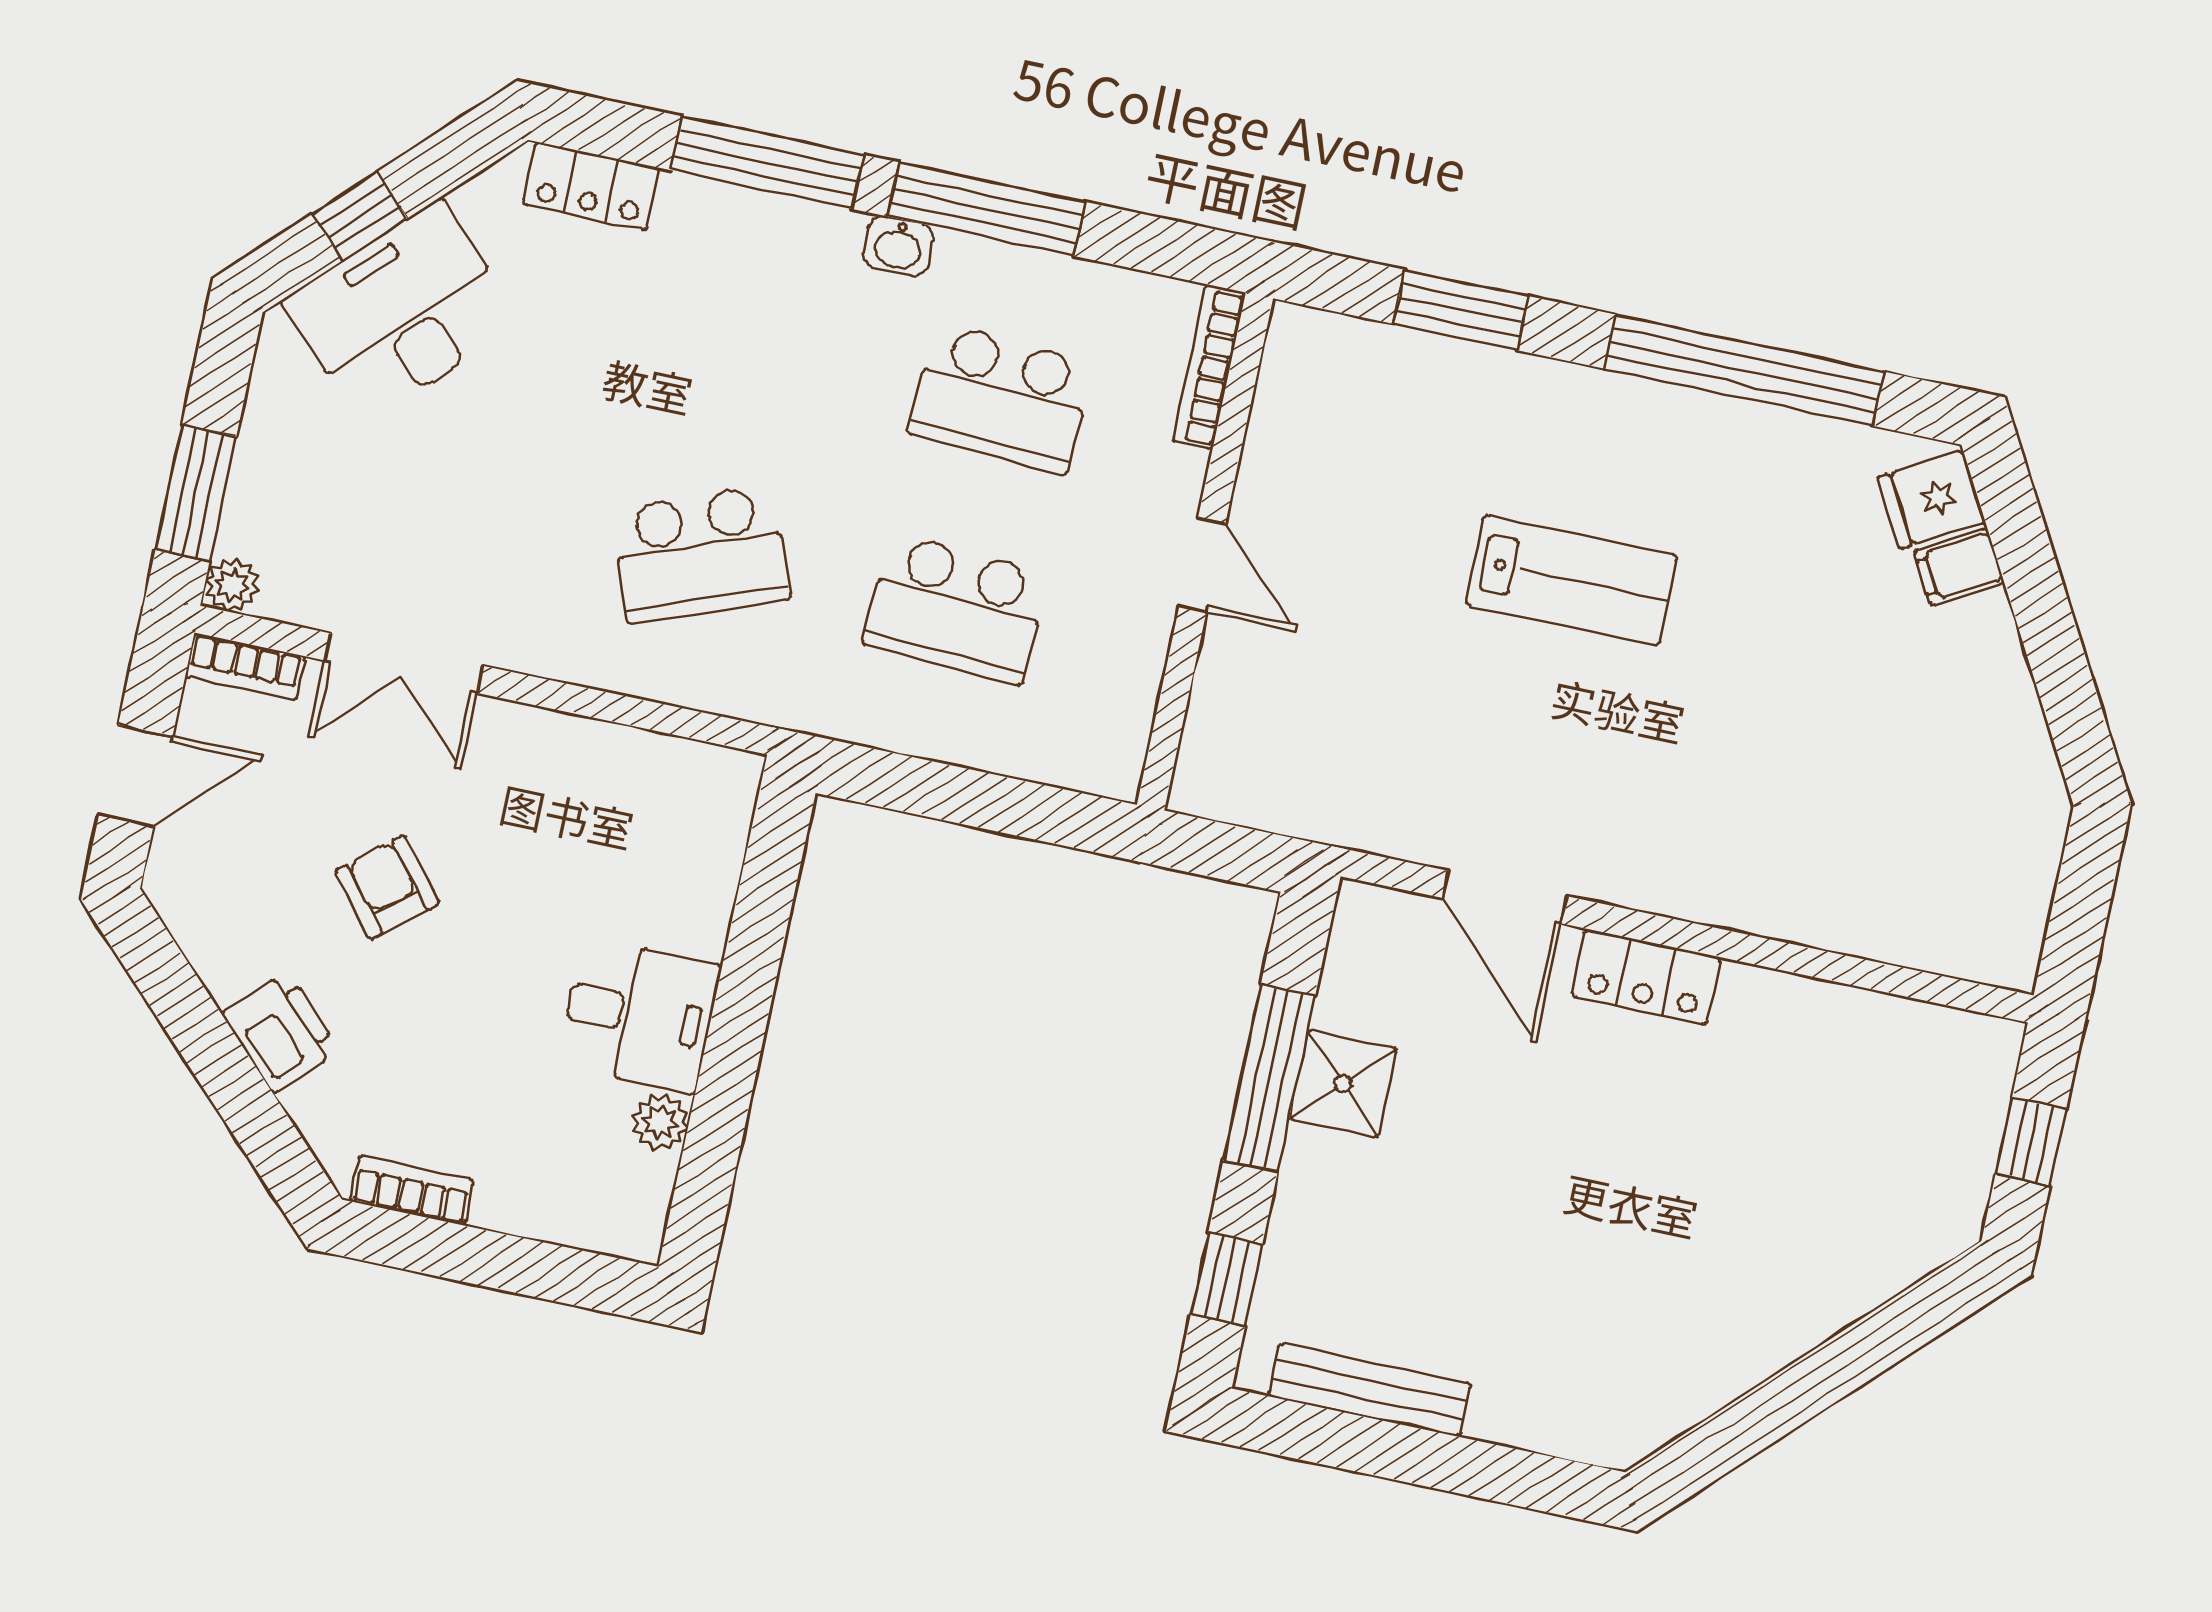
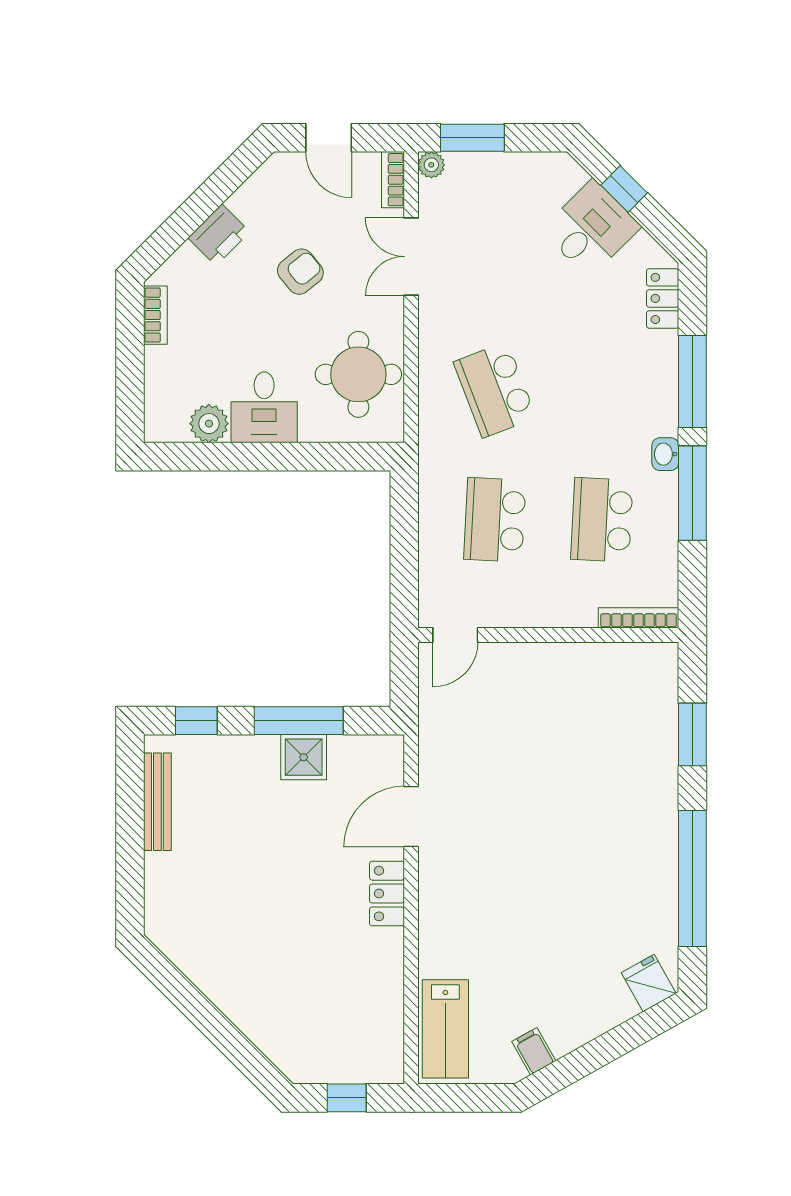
desk: (402, 312) -> (591, 228), width x0.73
door: (1202, 565) -> (455, 635), moved
filing cabinet: (1959, 567) -> (534, 1051), moved
lab bench: (1572, 580) -> (445, 1029), moved
round table: (613, 816) -> (358, 374), added
plant: (660, 1122) -> (209, 424), width x1.38, depth x1.38

